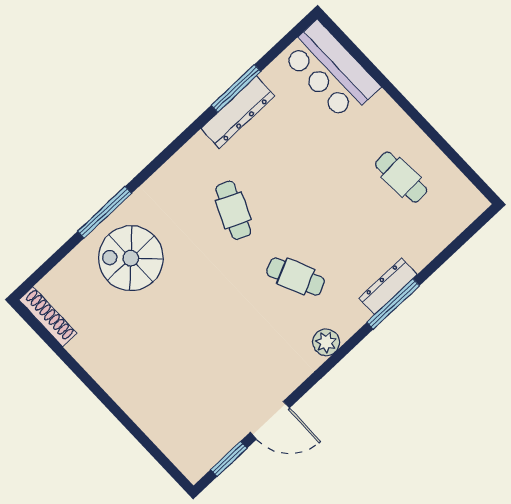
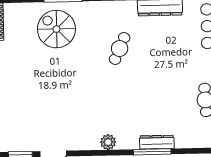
cafe table: (296, 277) -> (121, 102), removed

